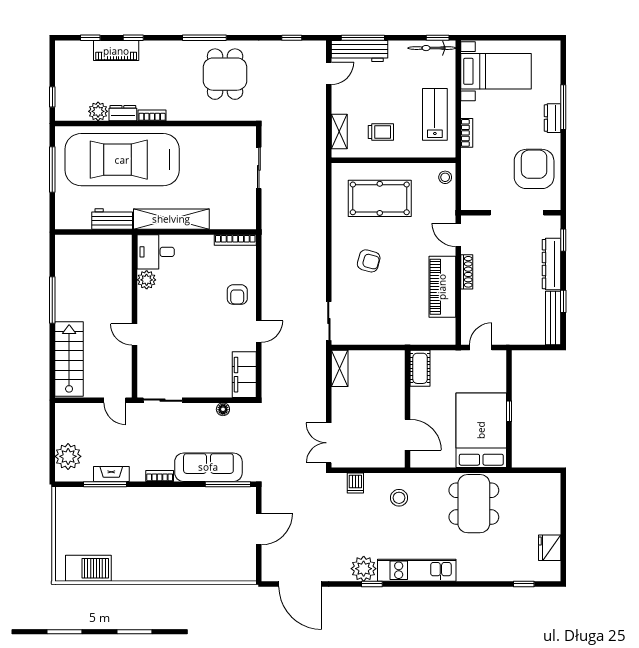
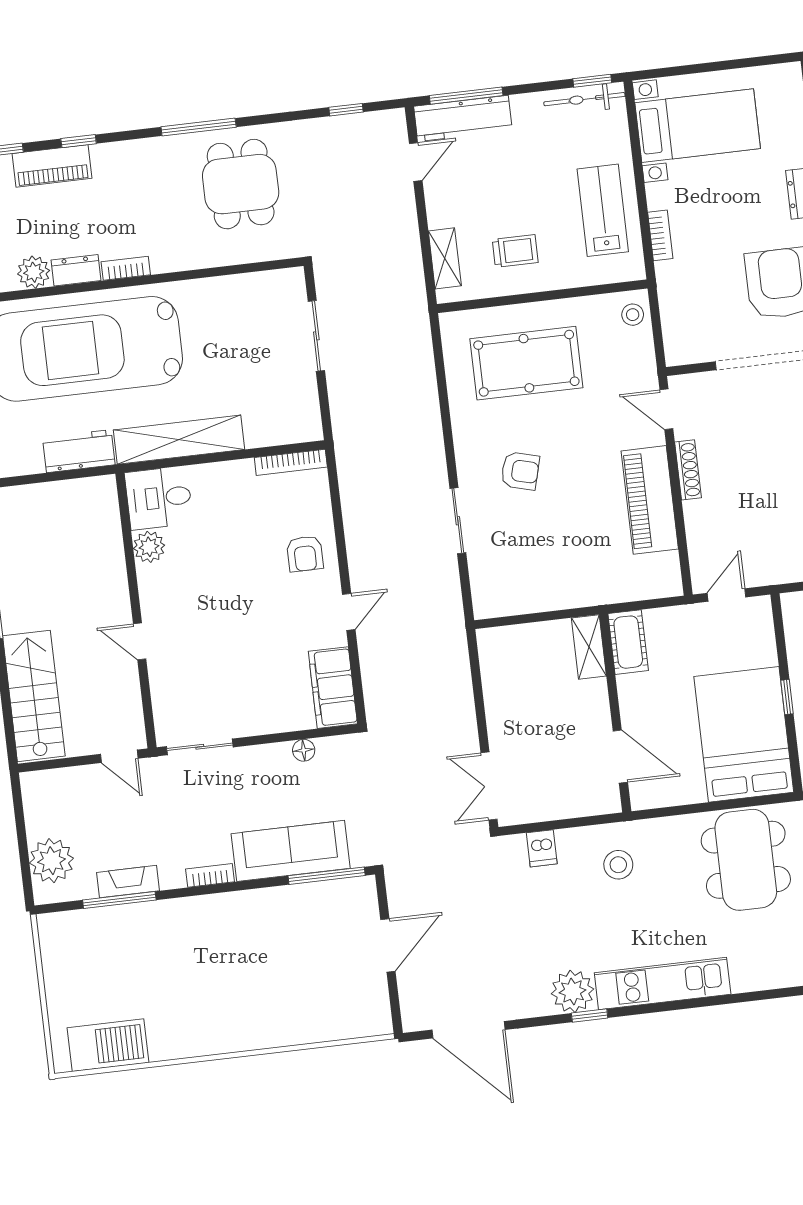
sliding door: (329, 321) -> (458, 521), moved
shelving: (340, 368) -> (589, 647), moved

